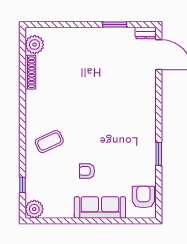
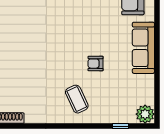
armchair: (87, 171) -> (96, 64), moved, turned 90

